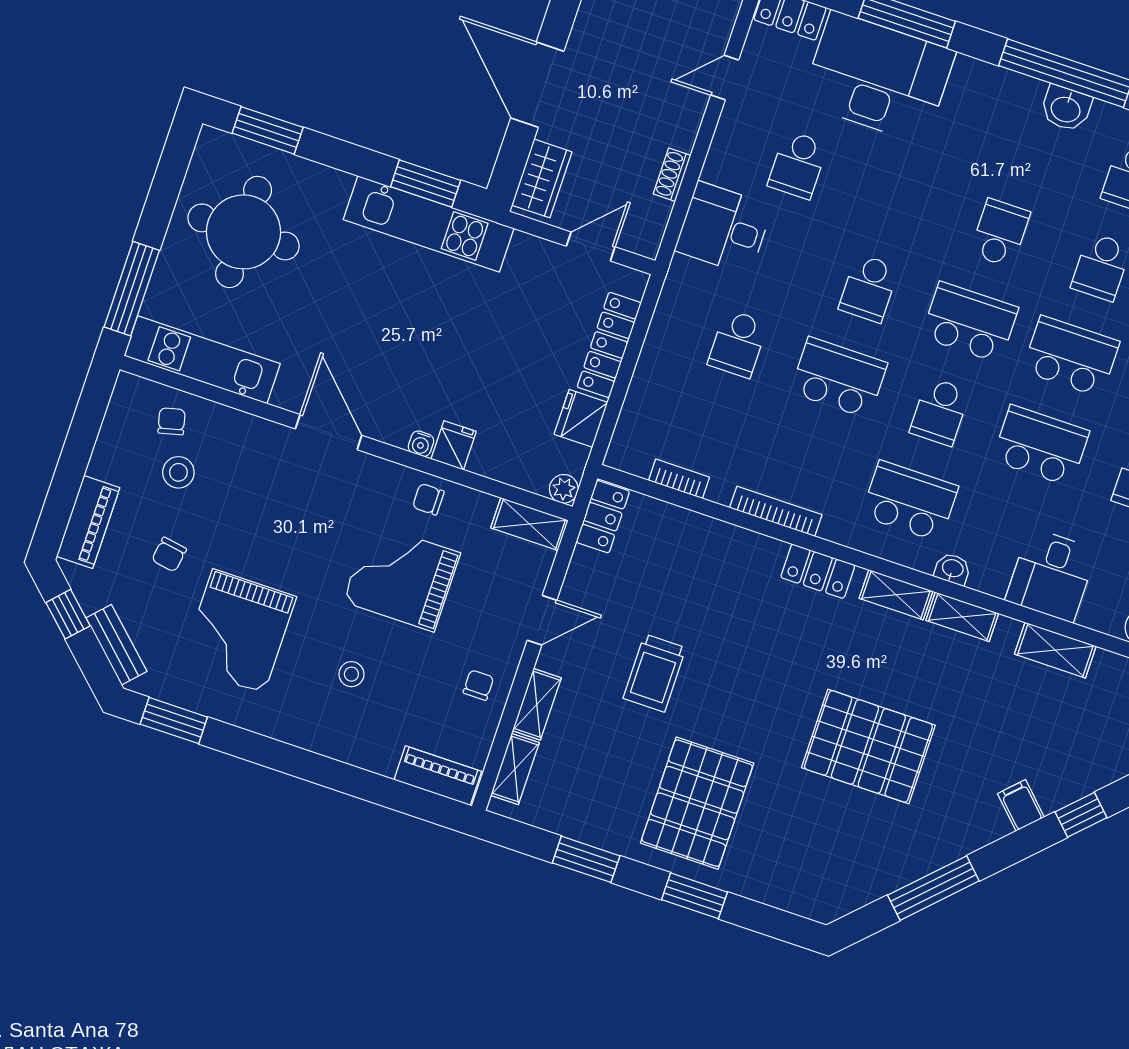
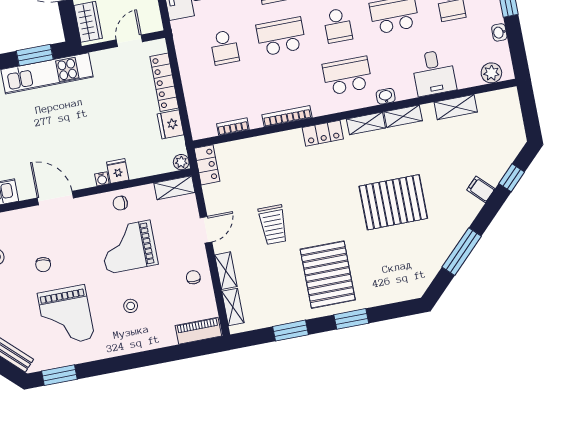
chair: (169, 555) -> (43, 265), moved

